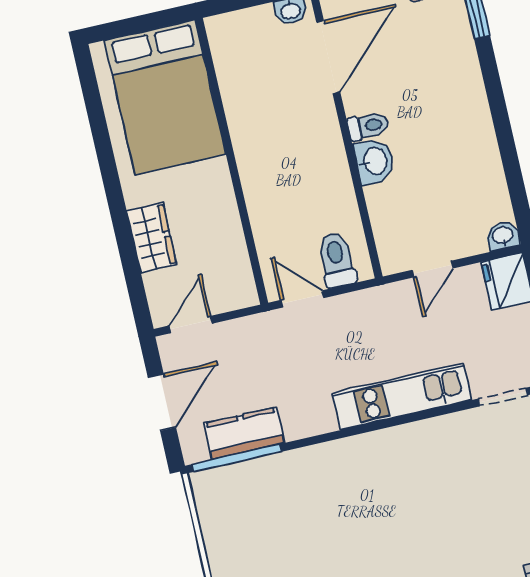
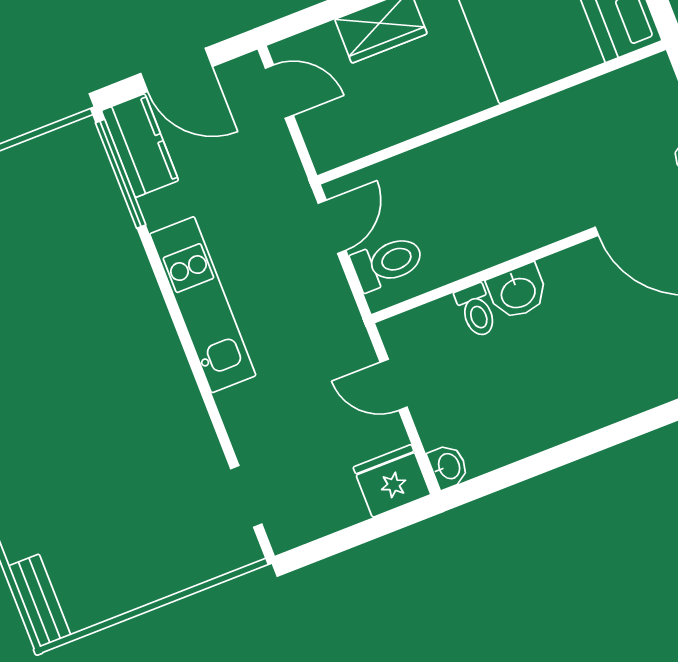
toilet: (368, 126) -> (476, 311), moved
kitchen unit: (402, 397) -> (203, 305), moved
kitchen counter: (244, 433) -> (140, 146), moved

